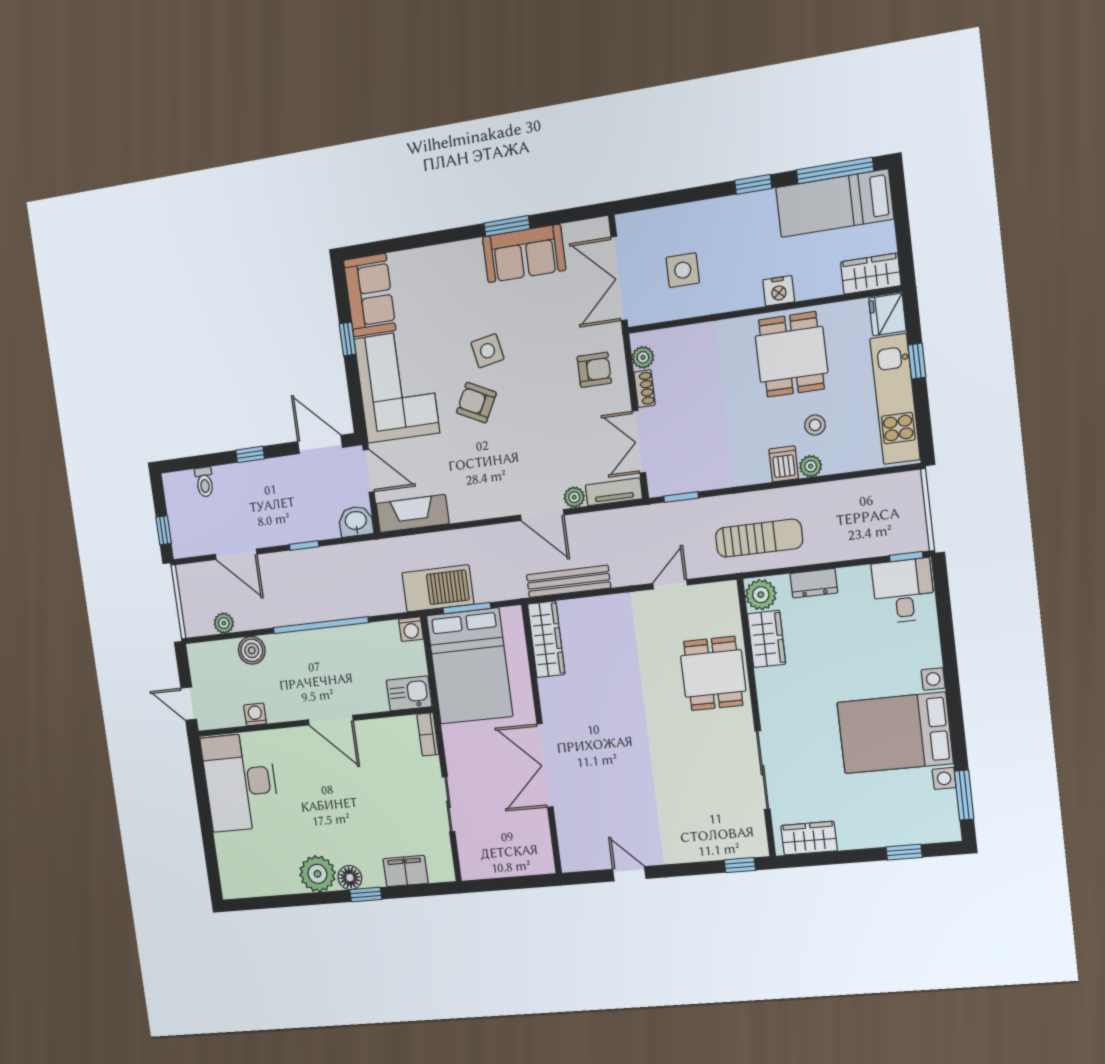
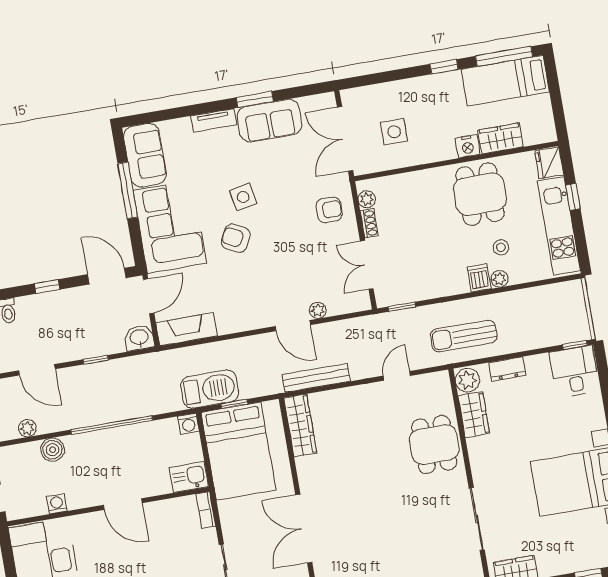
wardrobe: (871, 274) -> (501, 138), moved
window: (348, 339) -> (128, 190), width x2.17
door: (369, 471) -> (149, 296), hinge flipped
tv unit: (614, 492) -> (214, 120), moved, turned 180
sun lounger: (759, 538) -> (464, 336), turned 180
window: (467, 608) -> (234, 404), width x0.67

